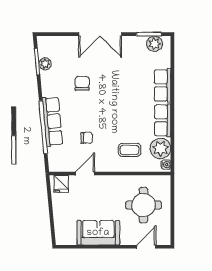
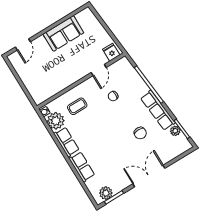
row of seats: (52, 121) -> (158, 110), moved
round table: (143, 205) -> (43, 73), removed

